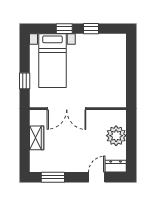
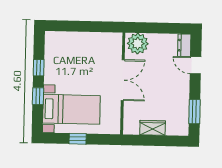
window: (25, 81) -> (78, 139), moved
double door: (67, 109) -> (123, 80), moved
plant: (116, 136) -> (138, 44), moved

